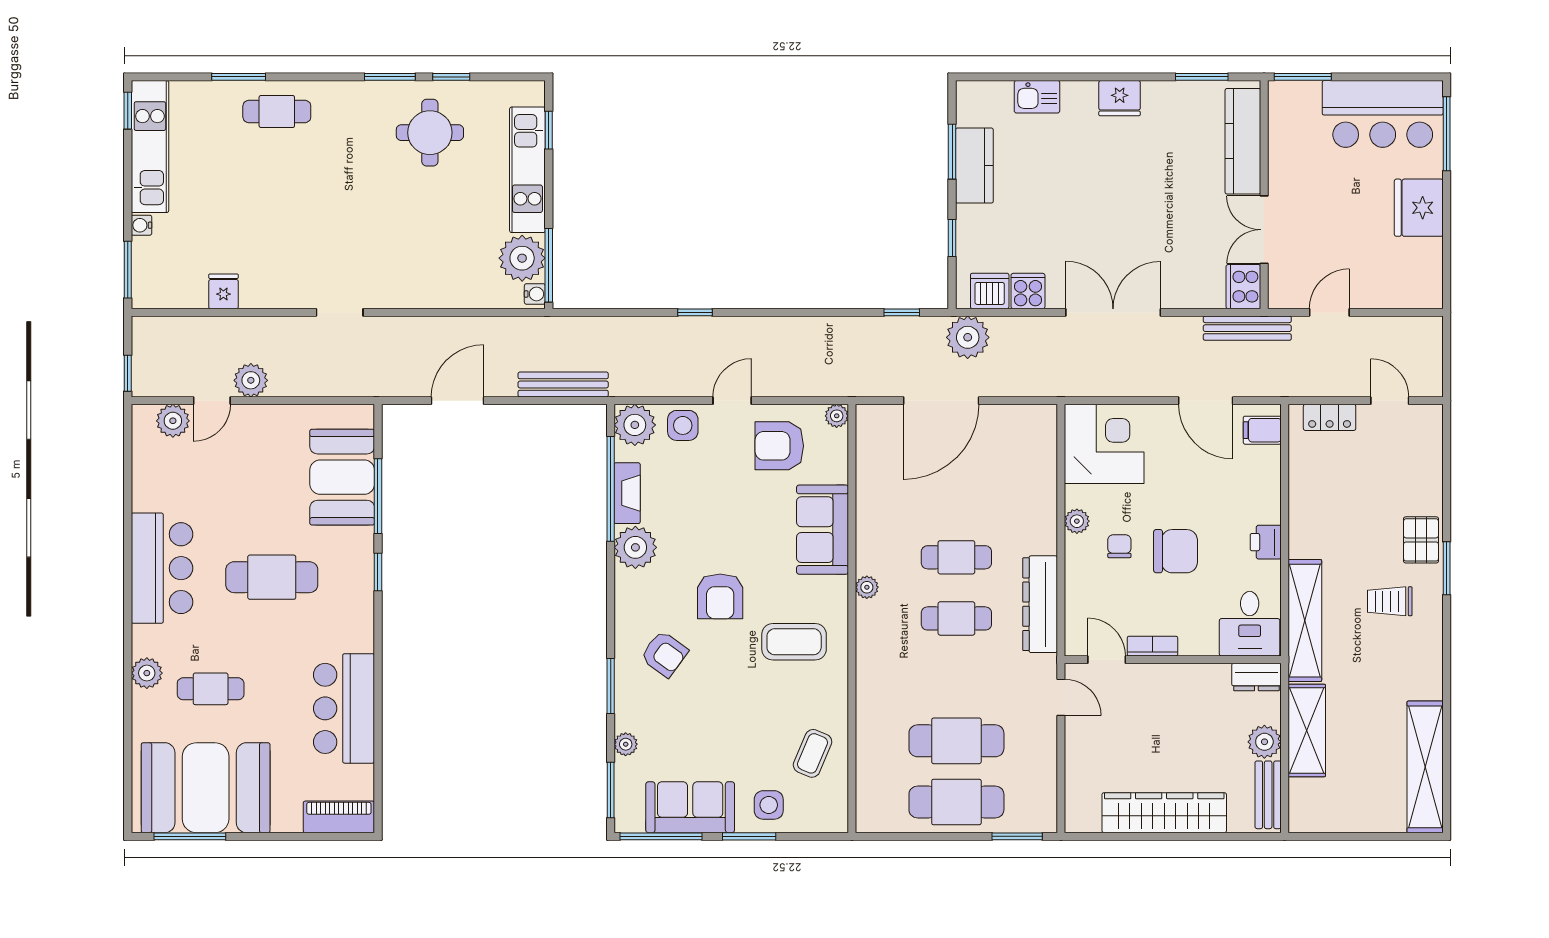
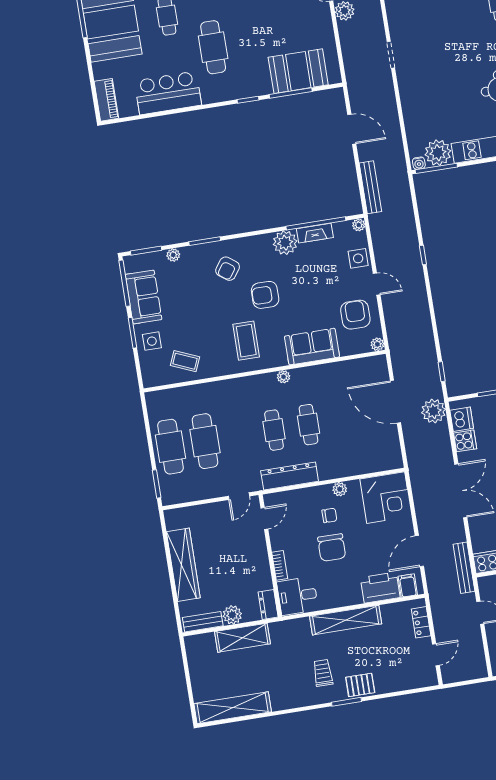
plant: (635, 425) -> (359, 225), width x0.53, depth x0.53
printer: (1266, 542) -> (380, 588), moved, width x1.87, depth x1.48
cafe table: (272, 577) -> (213, 47), moved
shelving: (1305, 621) -> (346, 620), moved
bookcase: (1152, 646) -> (280, 565), moved

